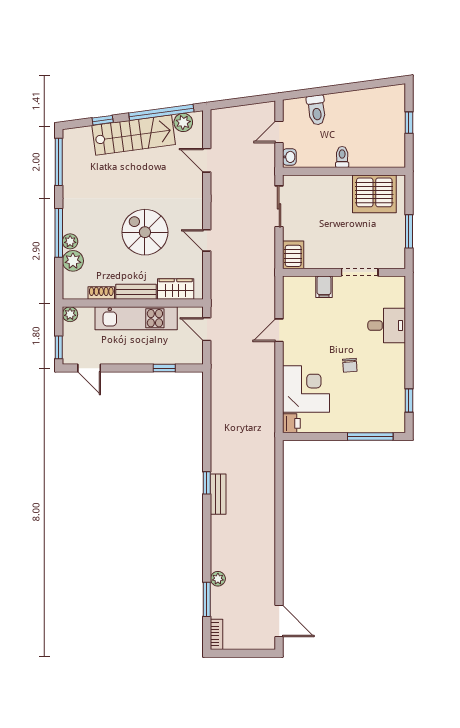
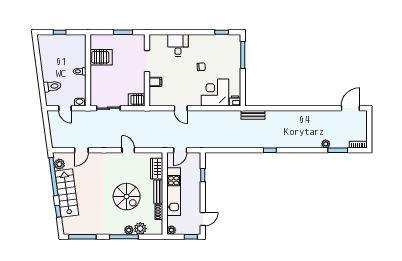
server rack: (374, 194) -> (101, 57), width x0.62
spiral stairs: (145, 232) -> (127, 197), moved, turned -90
door: (207, 240) -> (128, 150), swing flipped
bench: (218, 494) -> (253, 115), moved

